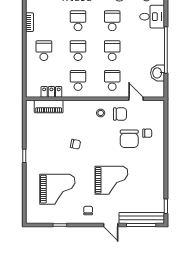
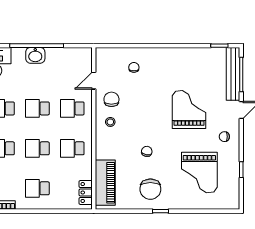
washbasin: (158, 73) -> (35, 55), moved
locker: (51, 92) -> (86, 192), moved
piano: (49, 107) -> (105, 183), width x1.37, depth x1.33
chair: (129, 139) -> (150, 189), moved, turned 90
grand piano: (57, 189) -> (199, 172), turned 180

